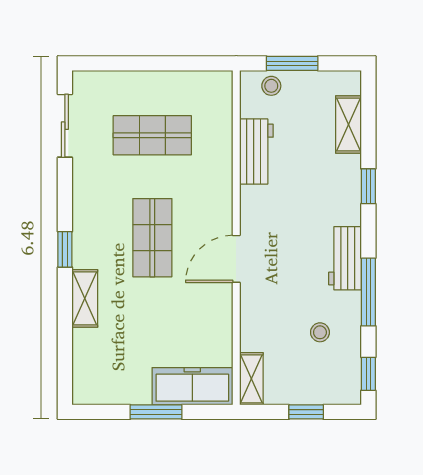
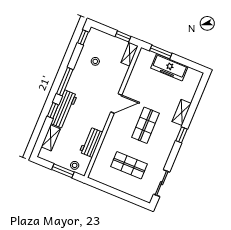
workbench: (345, 258) -> (64, 109), moved, width x1.38
window: (368, 292) -> (65, 82), moved
freezer: (192, 386) -> (169, 67), moved
window: (156, 412) -> (161, 52), moved
window: (306, 412) -> (123, 36), moved

